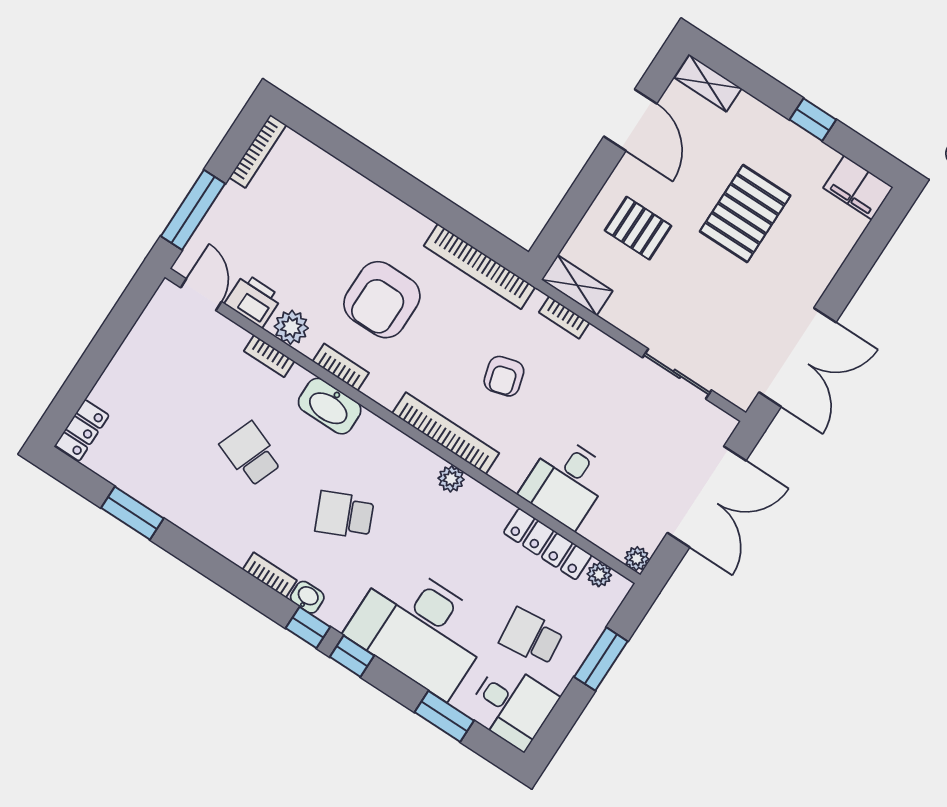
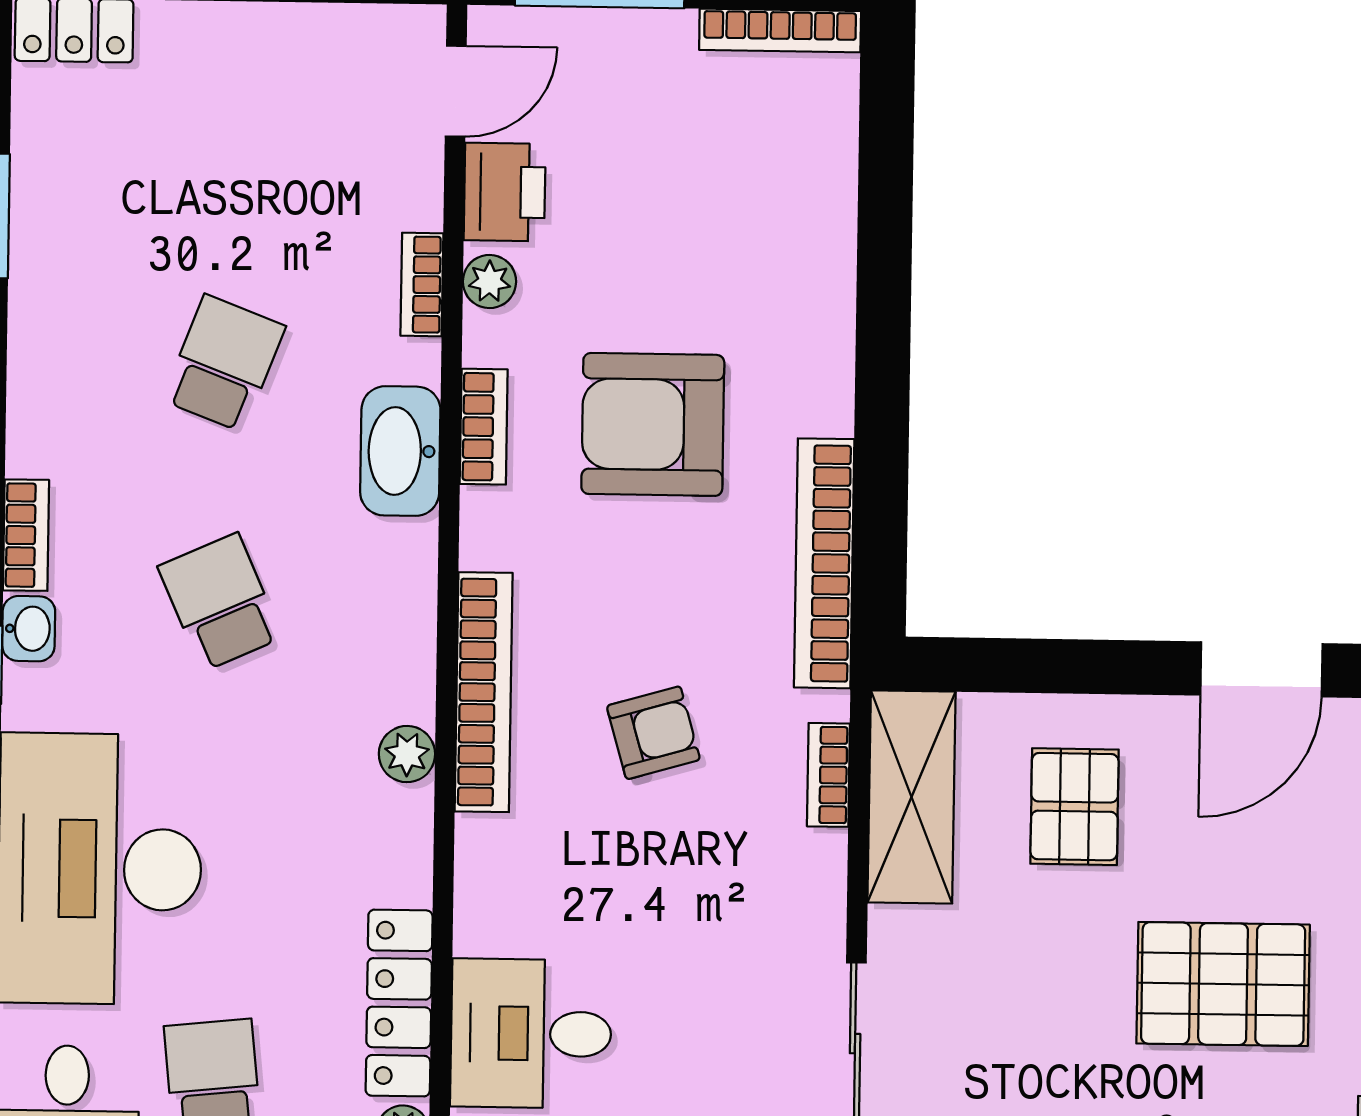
shelving: (577, 285) -> (911, 797), width x1.50, depth x1.33
plant: (291, 327) -> (490, 282), width x0.73, depth x0.73
armchair: (504, 376) -> (653, 733), turned 180
desk: (566, 482) -> (531, 1034), moved

